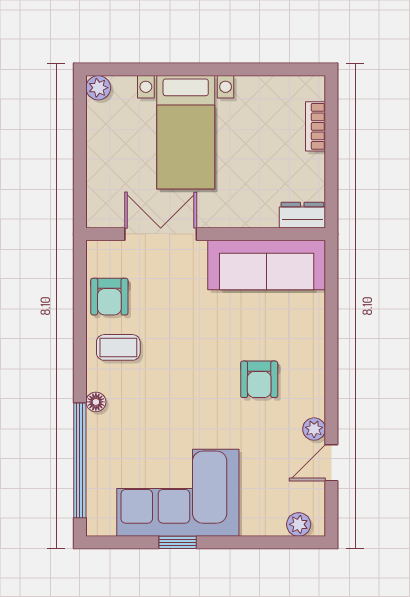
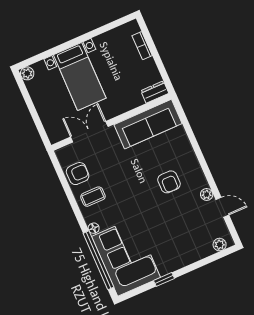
armchair: (109, 297) -> (78, 174), turned -90
door: (331, 463) -> (222, 207), swing flipped
corner sofa: (178, 493) -> (126, 257), moved, turned 90

